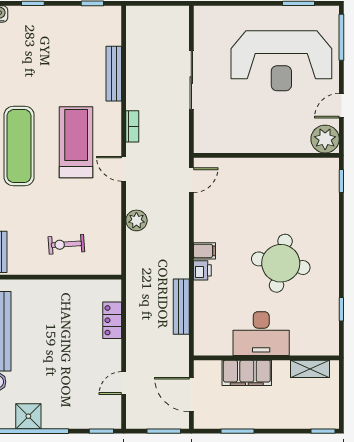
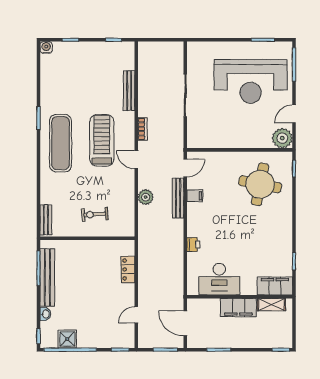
filing cabinet: (204, 251) -> (195, 196), moved
round table: (281, 263) -> (260, 184), moved
printer: (202, 270) -> (193, 245), moved
bench: (181, 307) -> (178, 198), moved
desk: (261, 334) -> (219, 279), moved
filing cabinet: (315, 343) -> (275, 286), added
filing cabinet: (247, 373) -> (238, 308), moved

